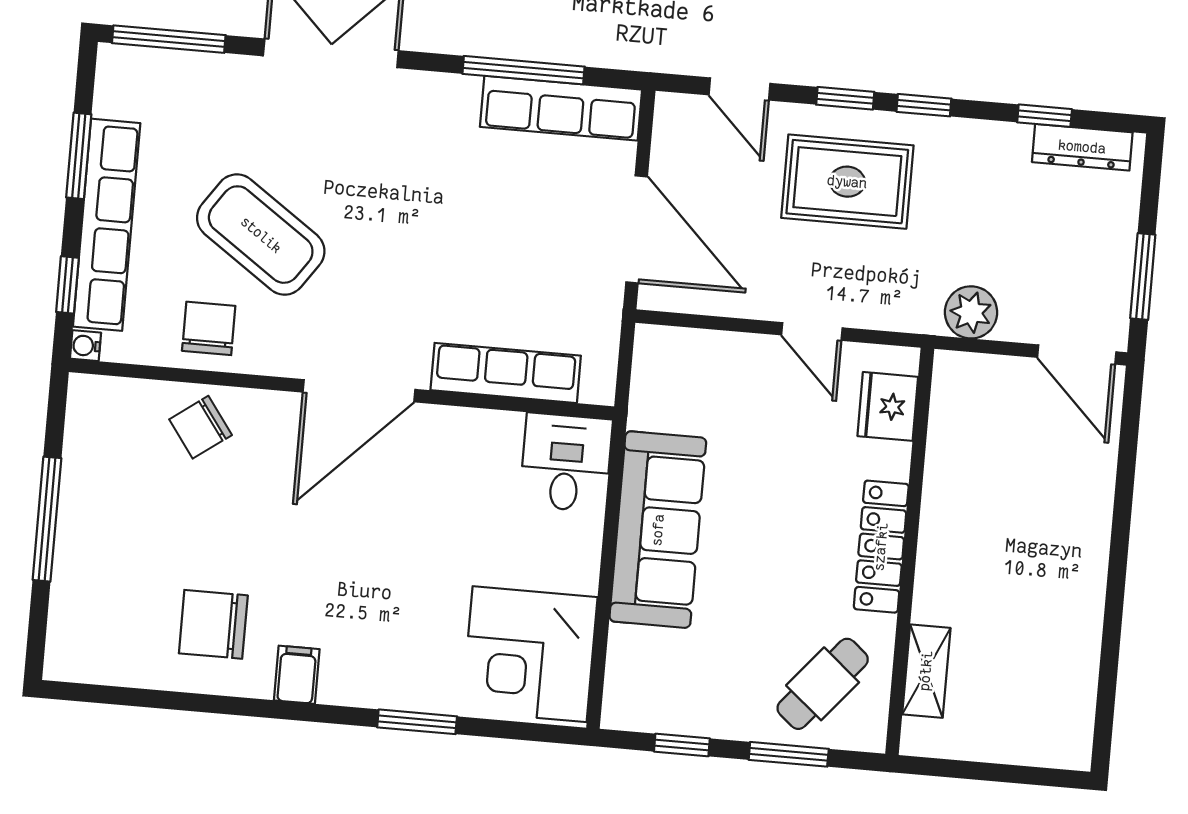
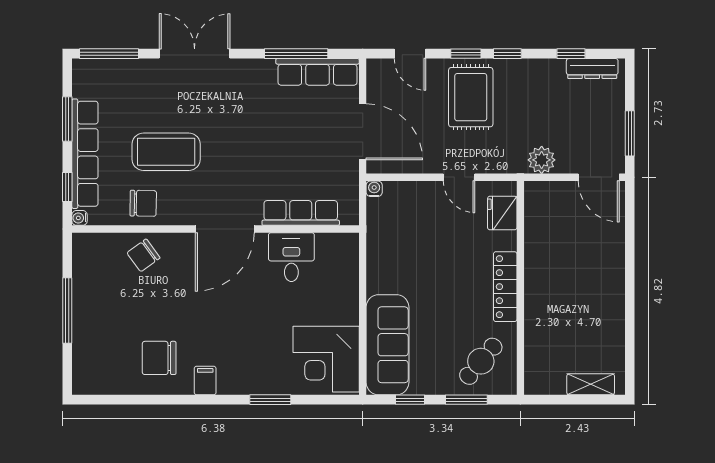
rug: (847, 182) -> (471, 97), turned 90
coffee table: (261, 235) -> (166, 152), turned -35
chair: (209, 328) -> (143, 203), turned 91
water cooler: (649, 339) -> (374, 189), added
desk: (566, 463) -> (291, 257), moved
sofa: (658, 530) -> (388, 345), moved
shelving: (926, 671) -> (591, 384), moved, turned 90

